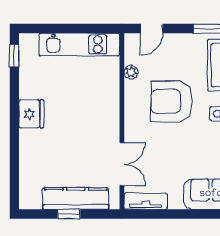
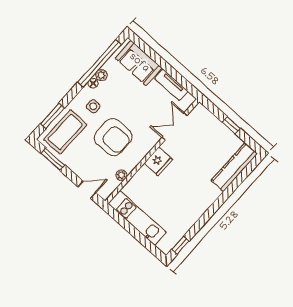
fridge: (31, 114) -> (158, 161), moved, turned 180
kitchen counter: (76, 199) -> (234, 167), moved, turned 90
tv unit: (146, 201) -> (171, 85), moved

